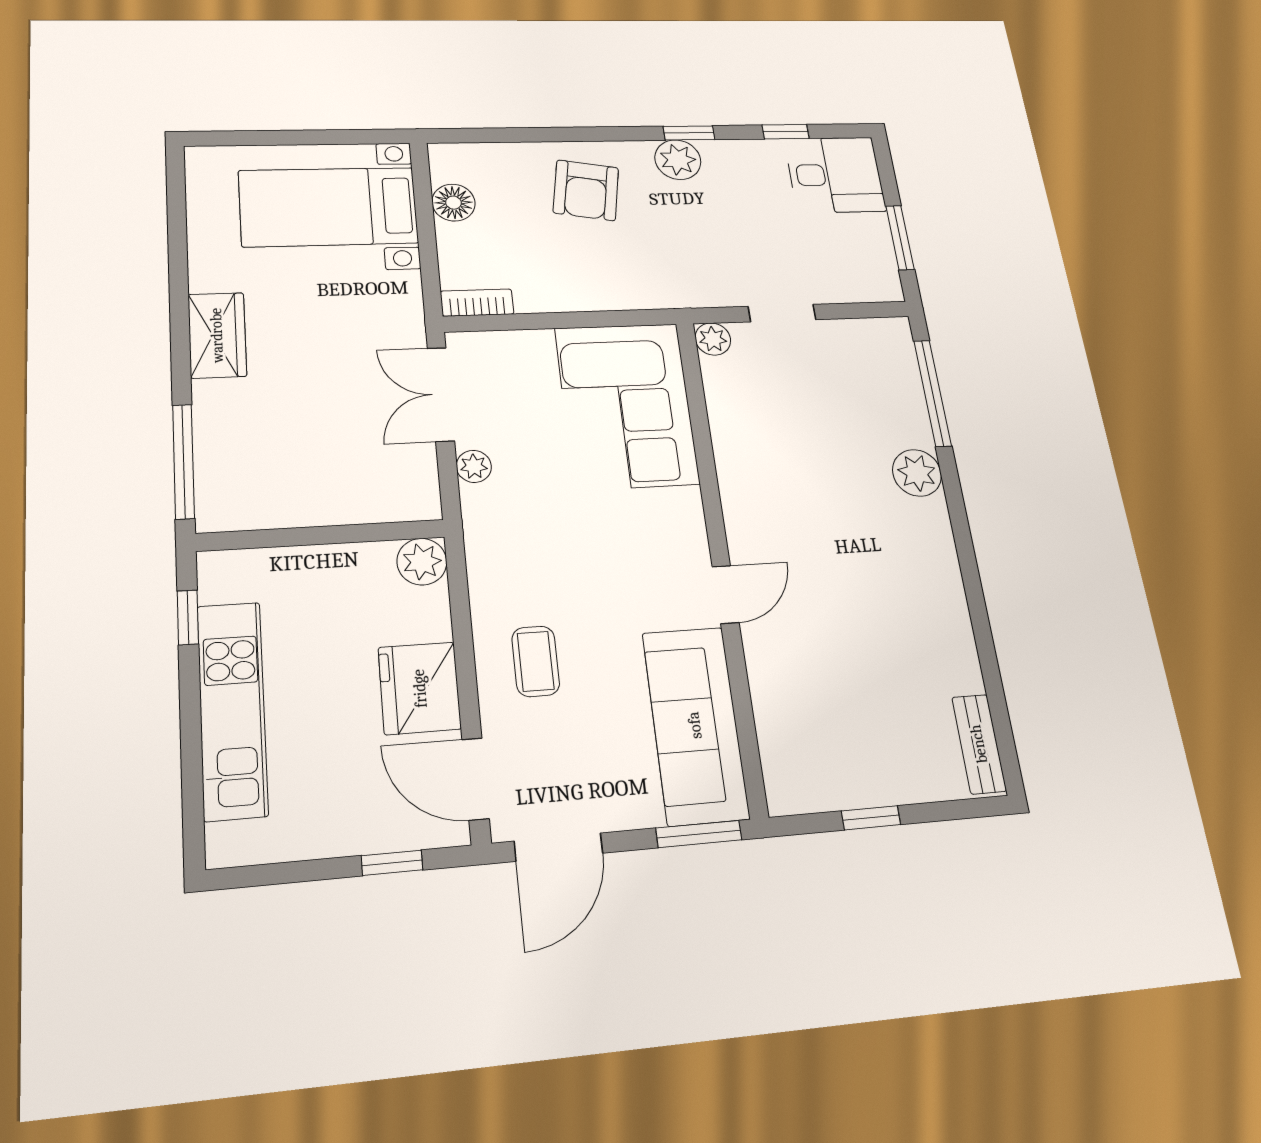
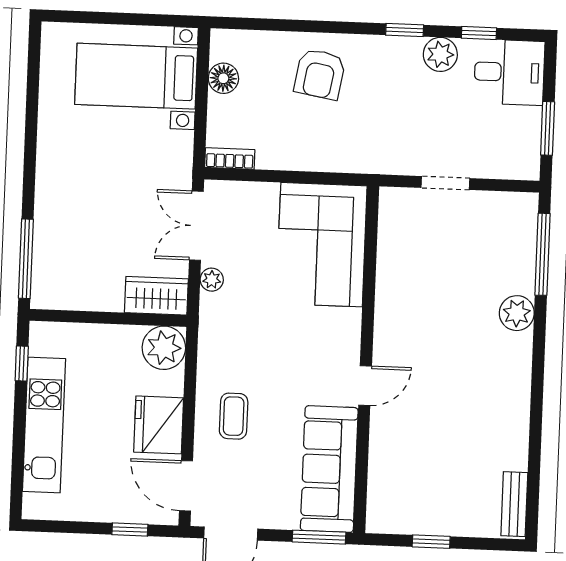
plant: (678, 160) -> (440, 54), moved
wardrobe: (217, 335) -> (156, 296), moved, turned -90
plant: (713, 339) -> (391, 199), removed
plant: (422, 562) -> (164, 348), width x1.36, depth x1.36

